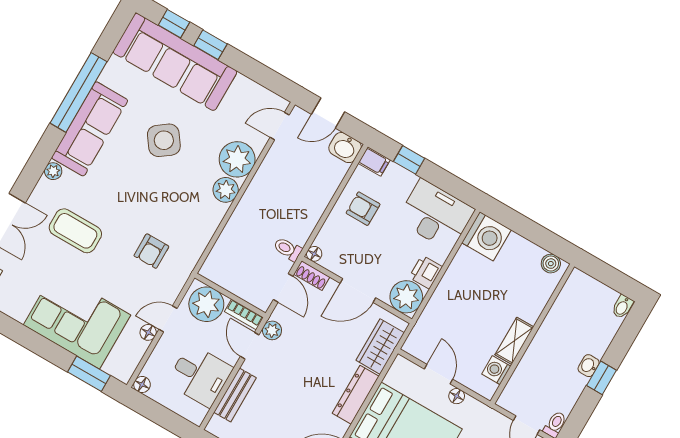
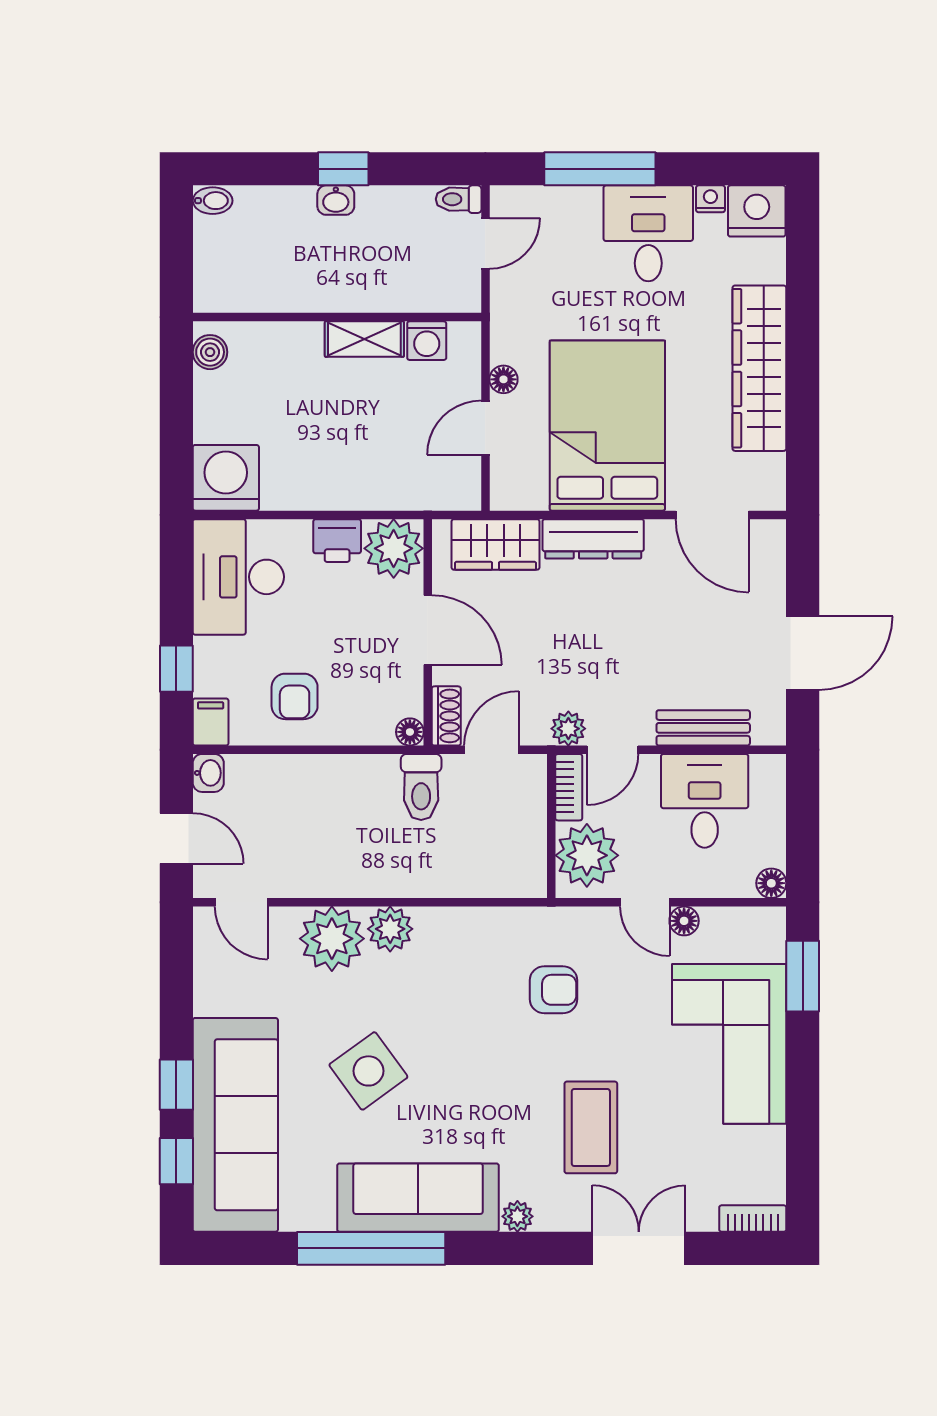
washbasin: (345, 148) -> (208, 773), width x0.72, depth x0.69
toilet: (288, 249) -> (421, 787), width x1.37, depth x1.39

